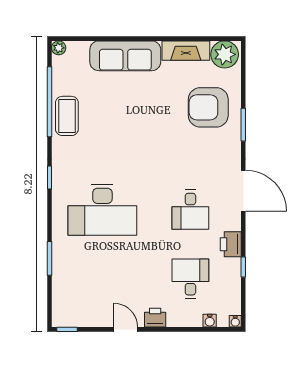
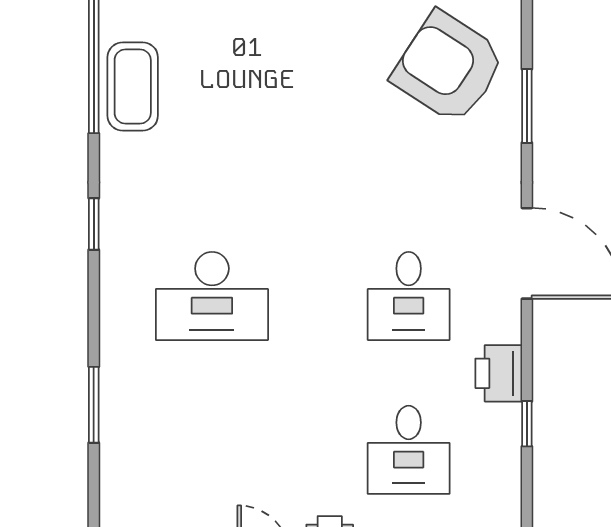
armchair: (208, 107) -> (448, 67), turned 33
desk: (102, 210) -> (212, 296), width x0.73, depth x0.77
desk: (190, 279) -> (409, 450), turned 180

